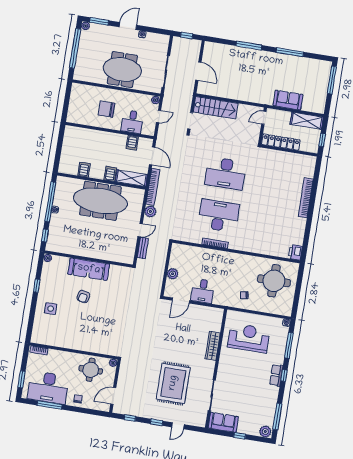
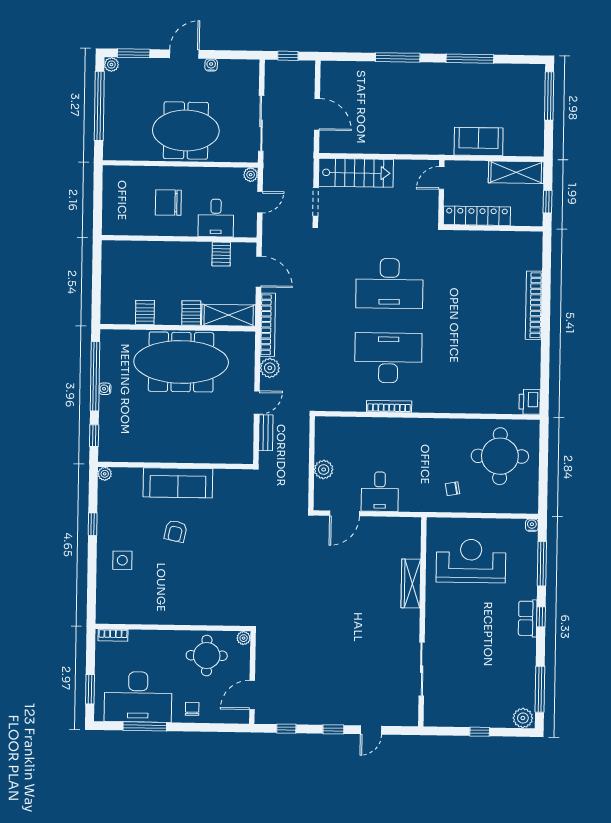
rug: (173, 383) -> (352, 658), removed
sofa: (223, 422) -> (448, 713), removed

